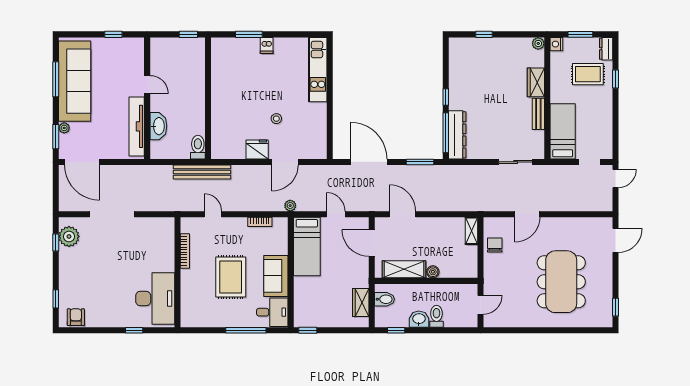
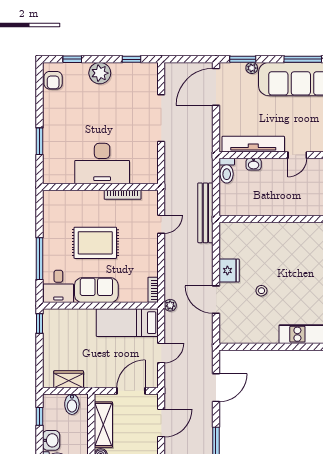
washbasin: (158, 126) -> (254, 164), width x0.52, depth x0.69
toilet: (198, 147) -> (227, 171), moved, turned 90
door: (369, 162) -> (216, 388), width x0.73
bookcase: (260, 222) -> (153, 290), moved
plant: (69, 236) -> (100, 73), moved
desk: (155, 299) -> (102, 164), moved
armchair: (76, 317) -> (53, 80), turned 90
window: (134, 330) -> (39, 141), width x1.50

